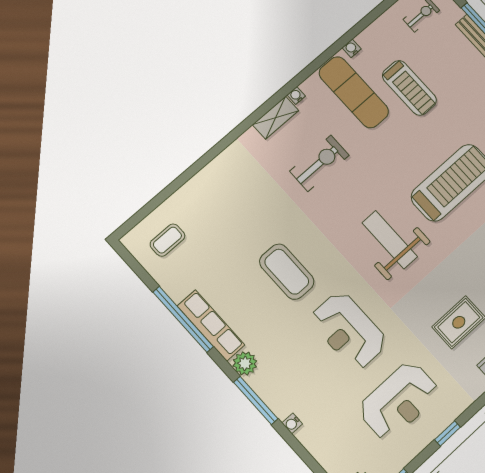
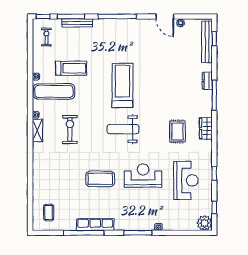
reception desk: (349, 331) -> (143, 176), turned 180
plant: (245, 363) -> (121, 225), removed

